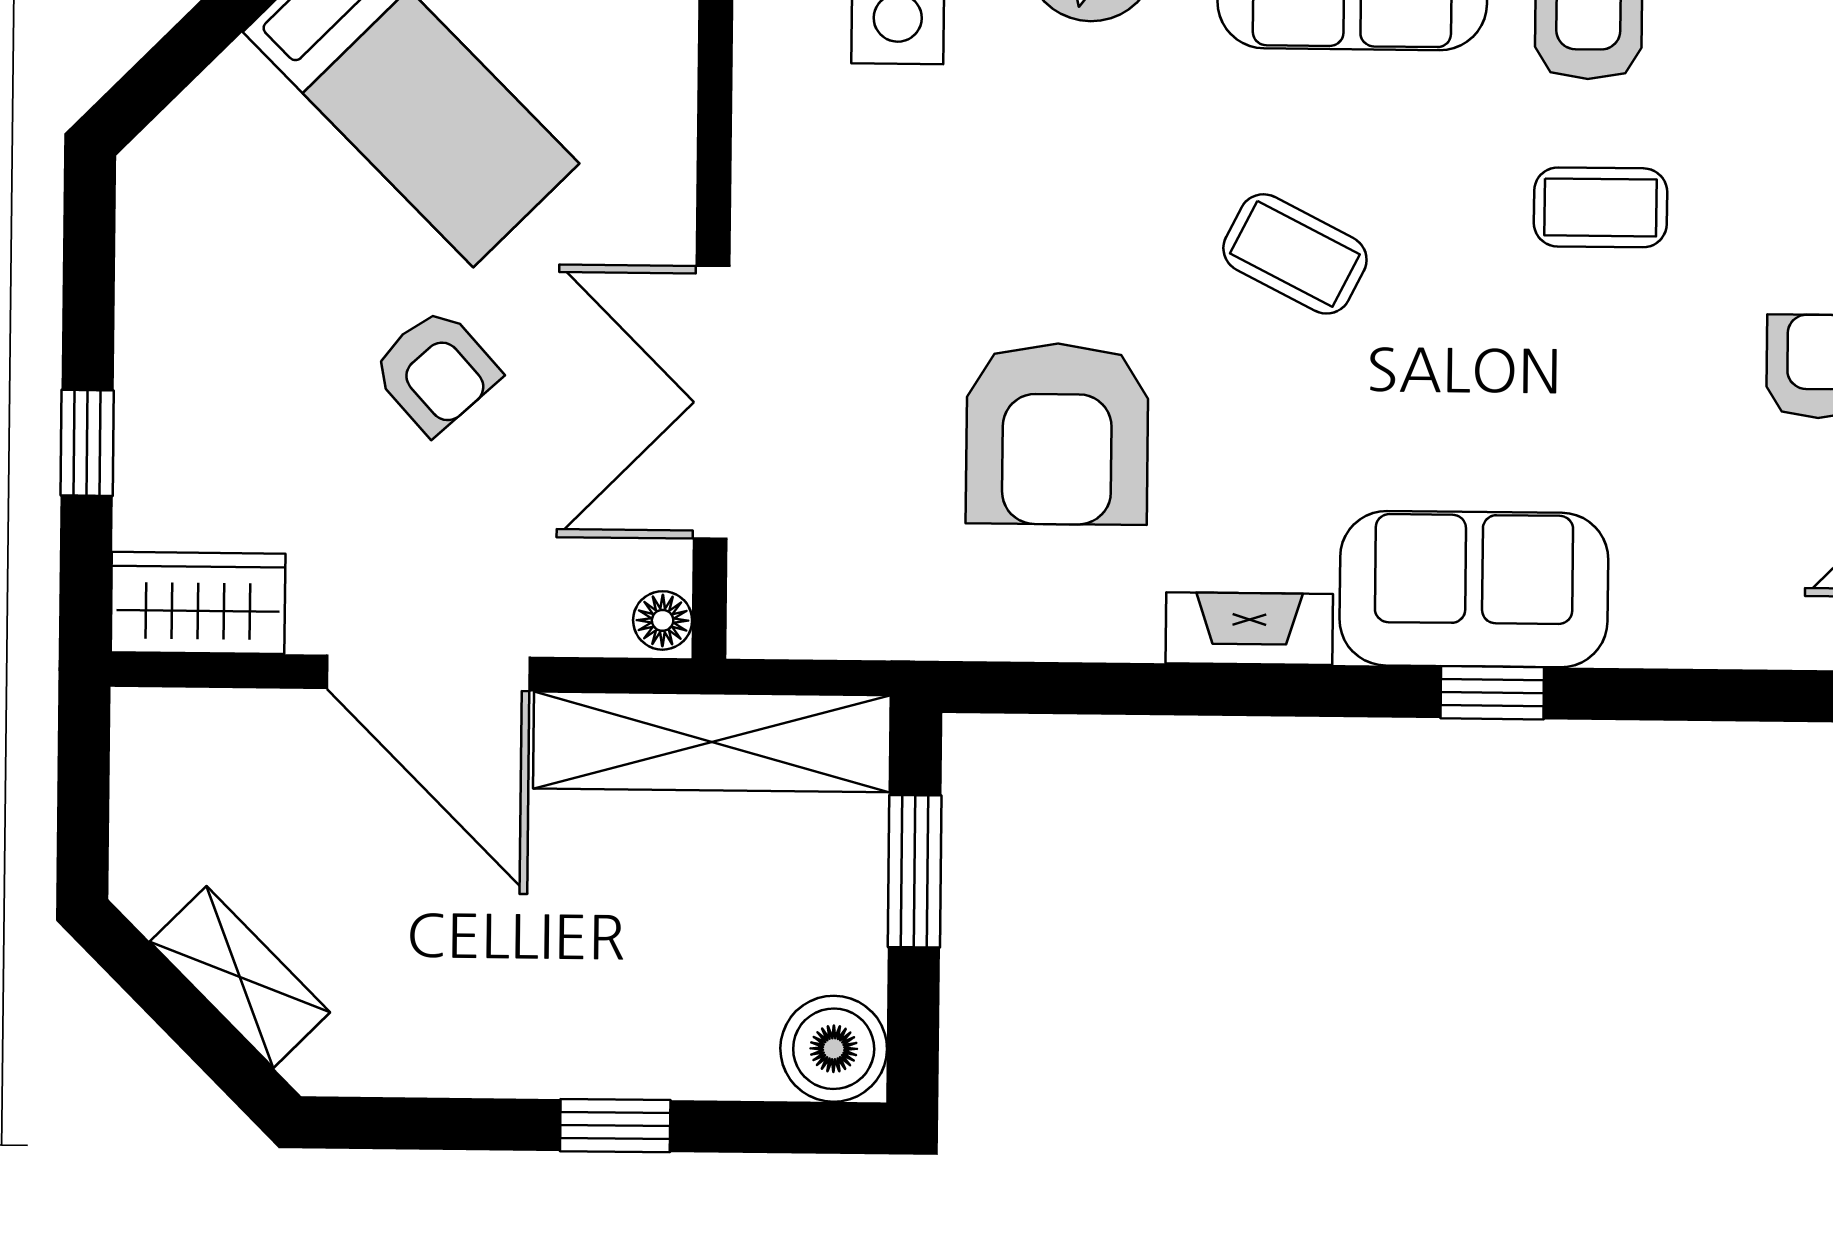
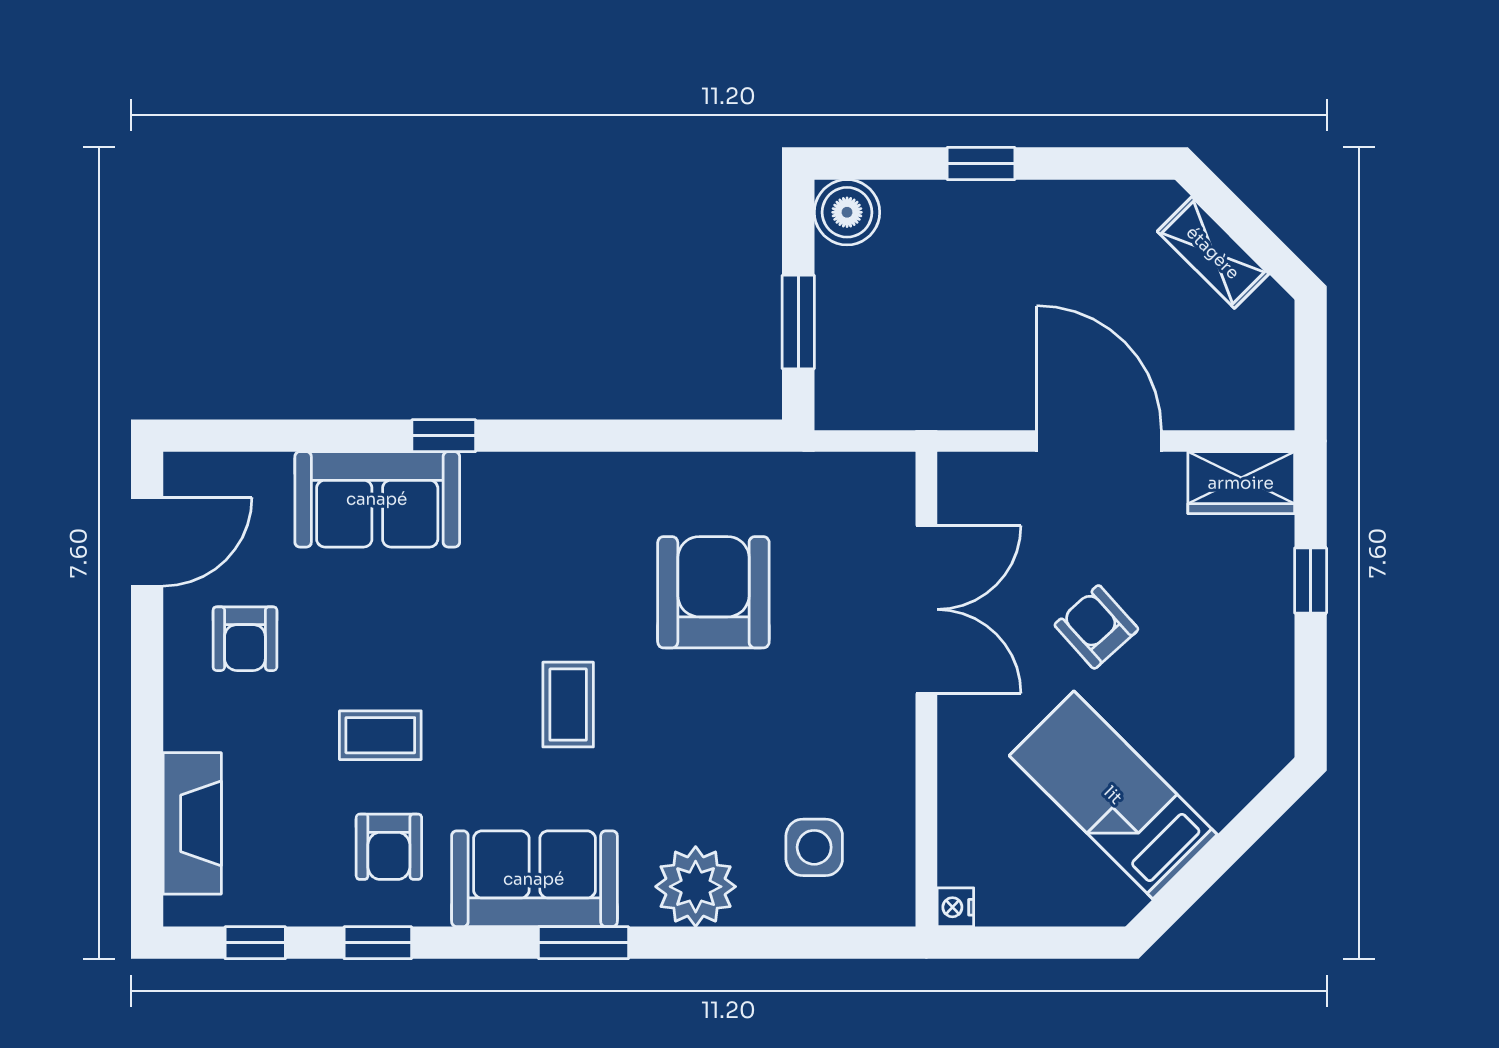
coffee table: (1295, 254) -> (568, 705), turned 63
sofa: (1474, 589) -> (377, 499), moved
floor lamp: (663, 620) -> (955, 475), removed
fireplace: (1249, 629) -> (594, 474), removed
shelving: (712, 742) -> (924, 400), removed

